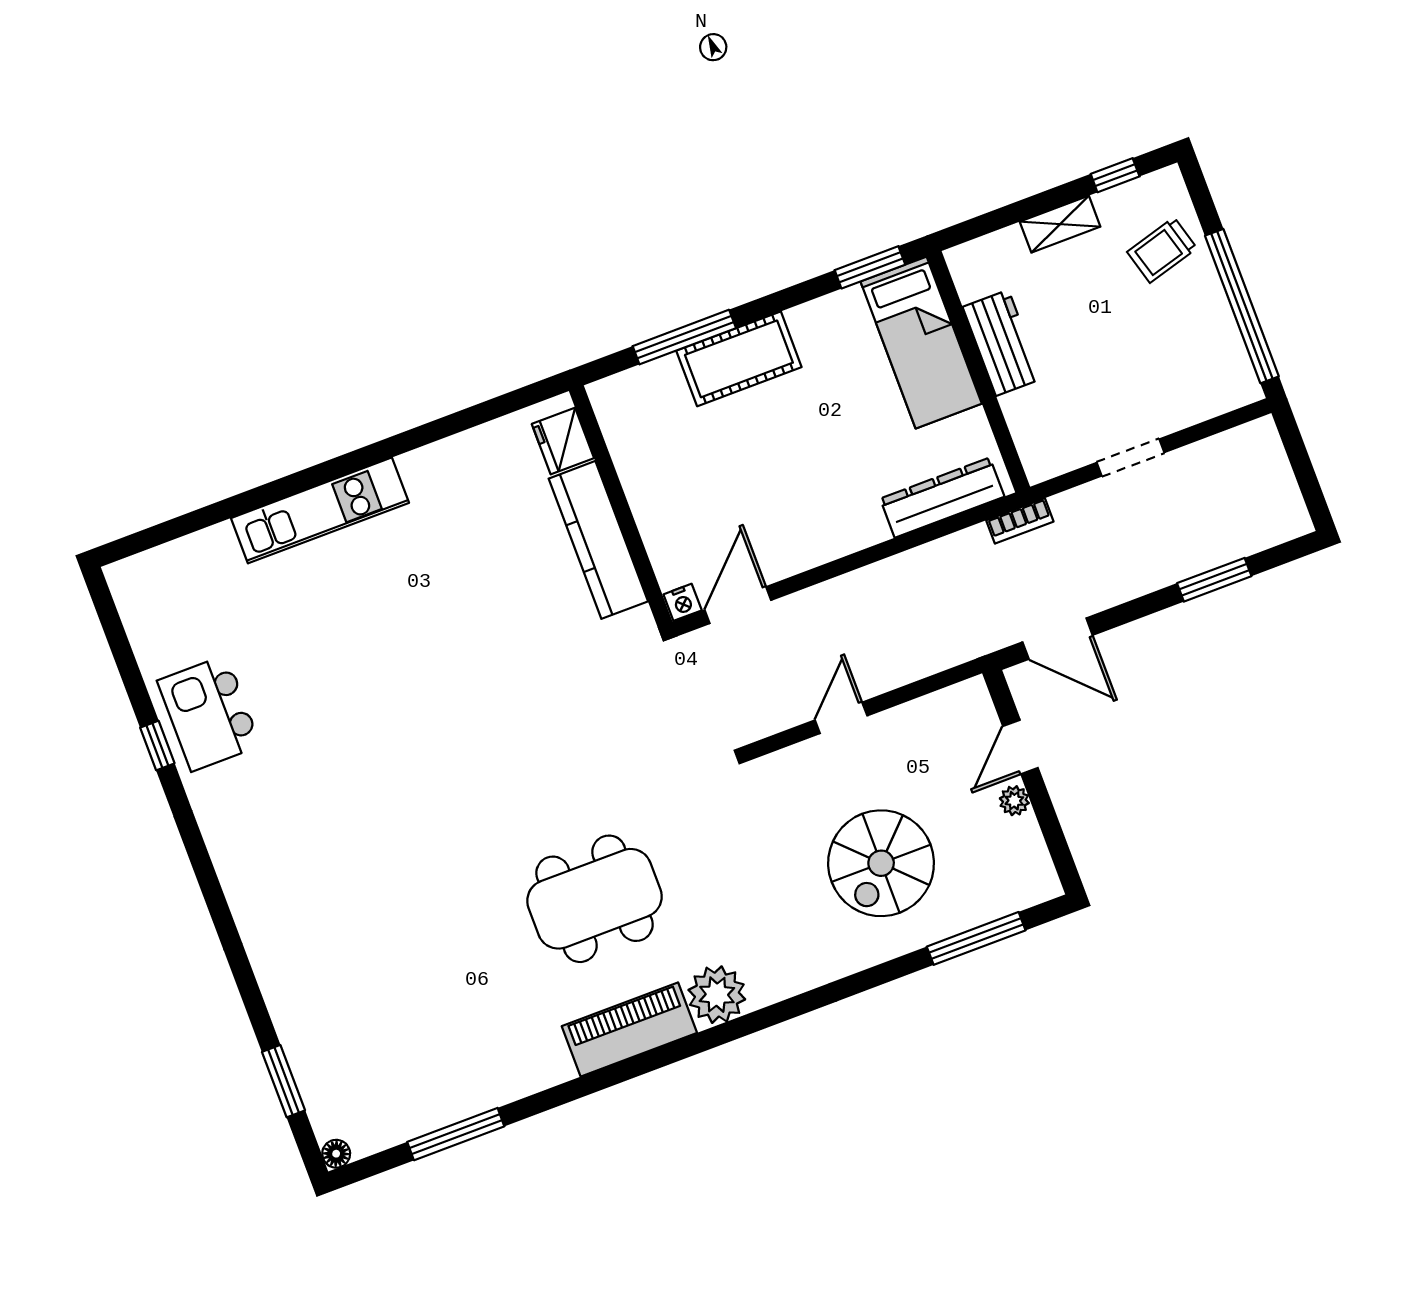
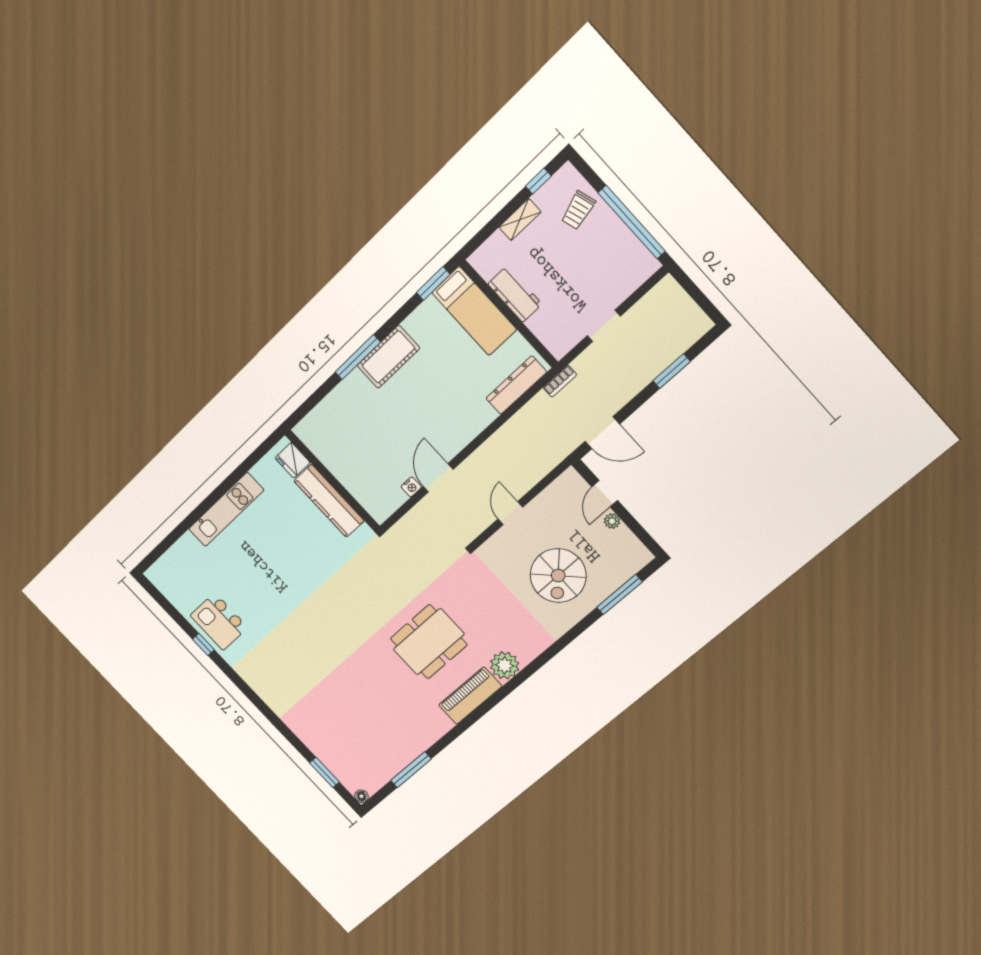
fridge: (563, 441) -> (293, 460), moved
wall: (621, 506) -> (332, 481), moved
kitchen counter: (598, 540) -> (329, 501), moved

